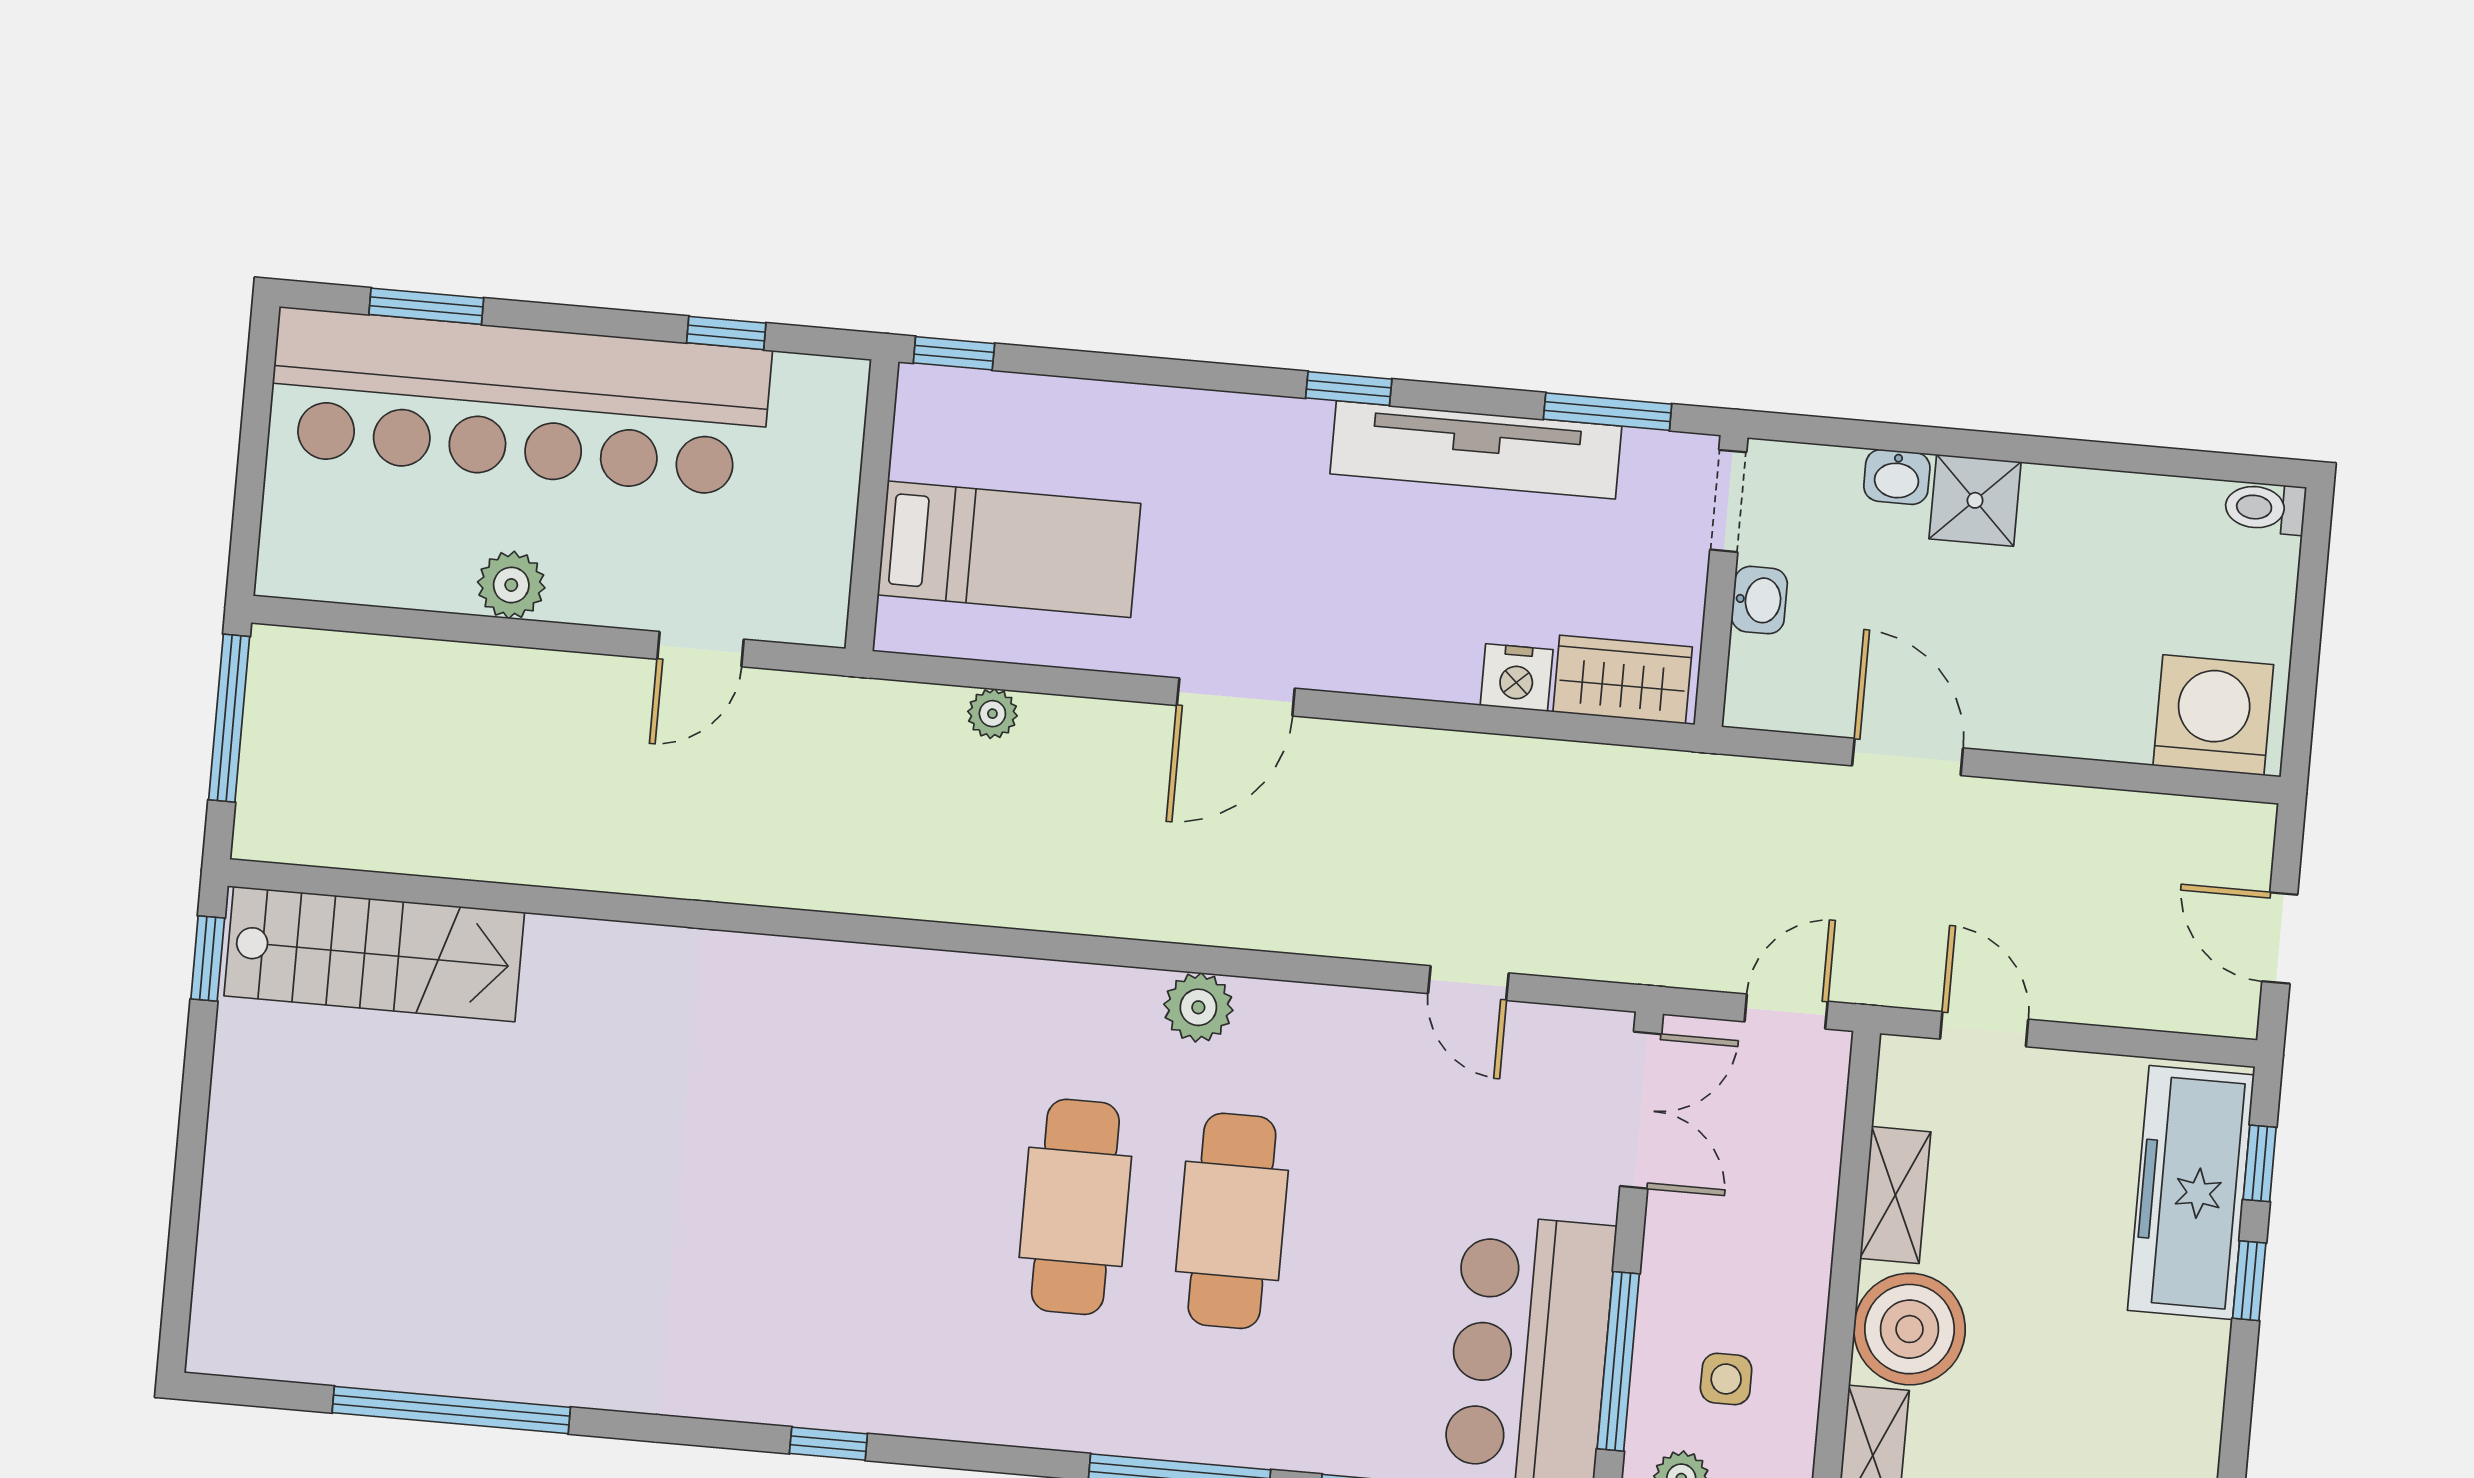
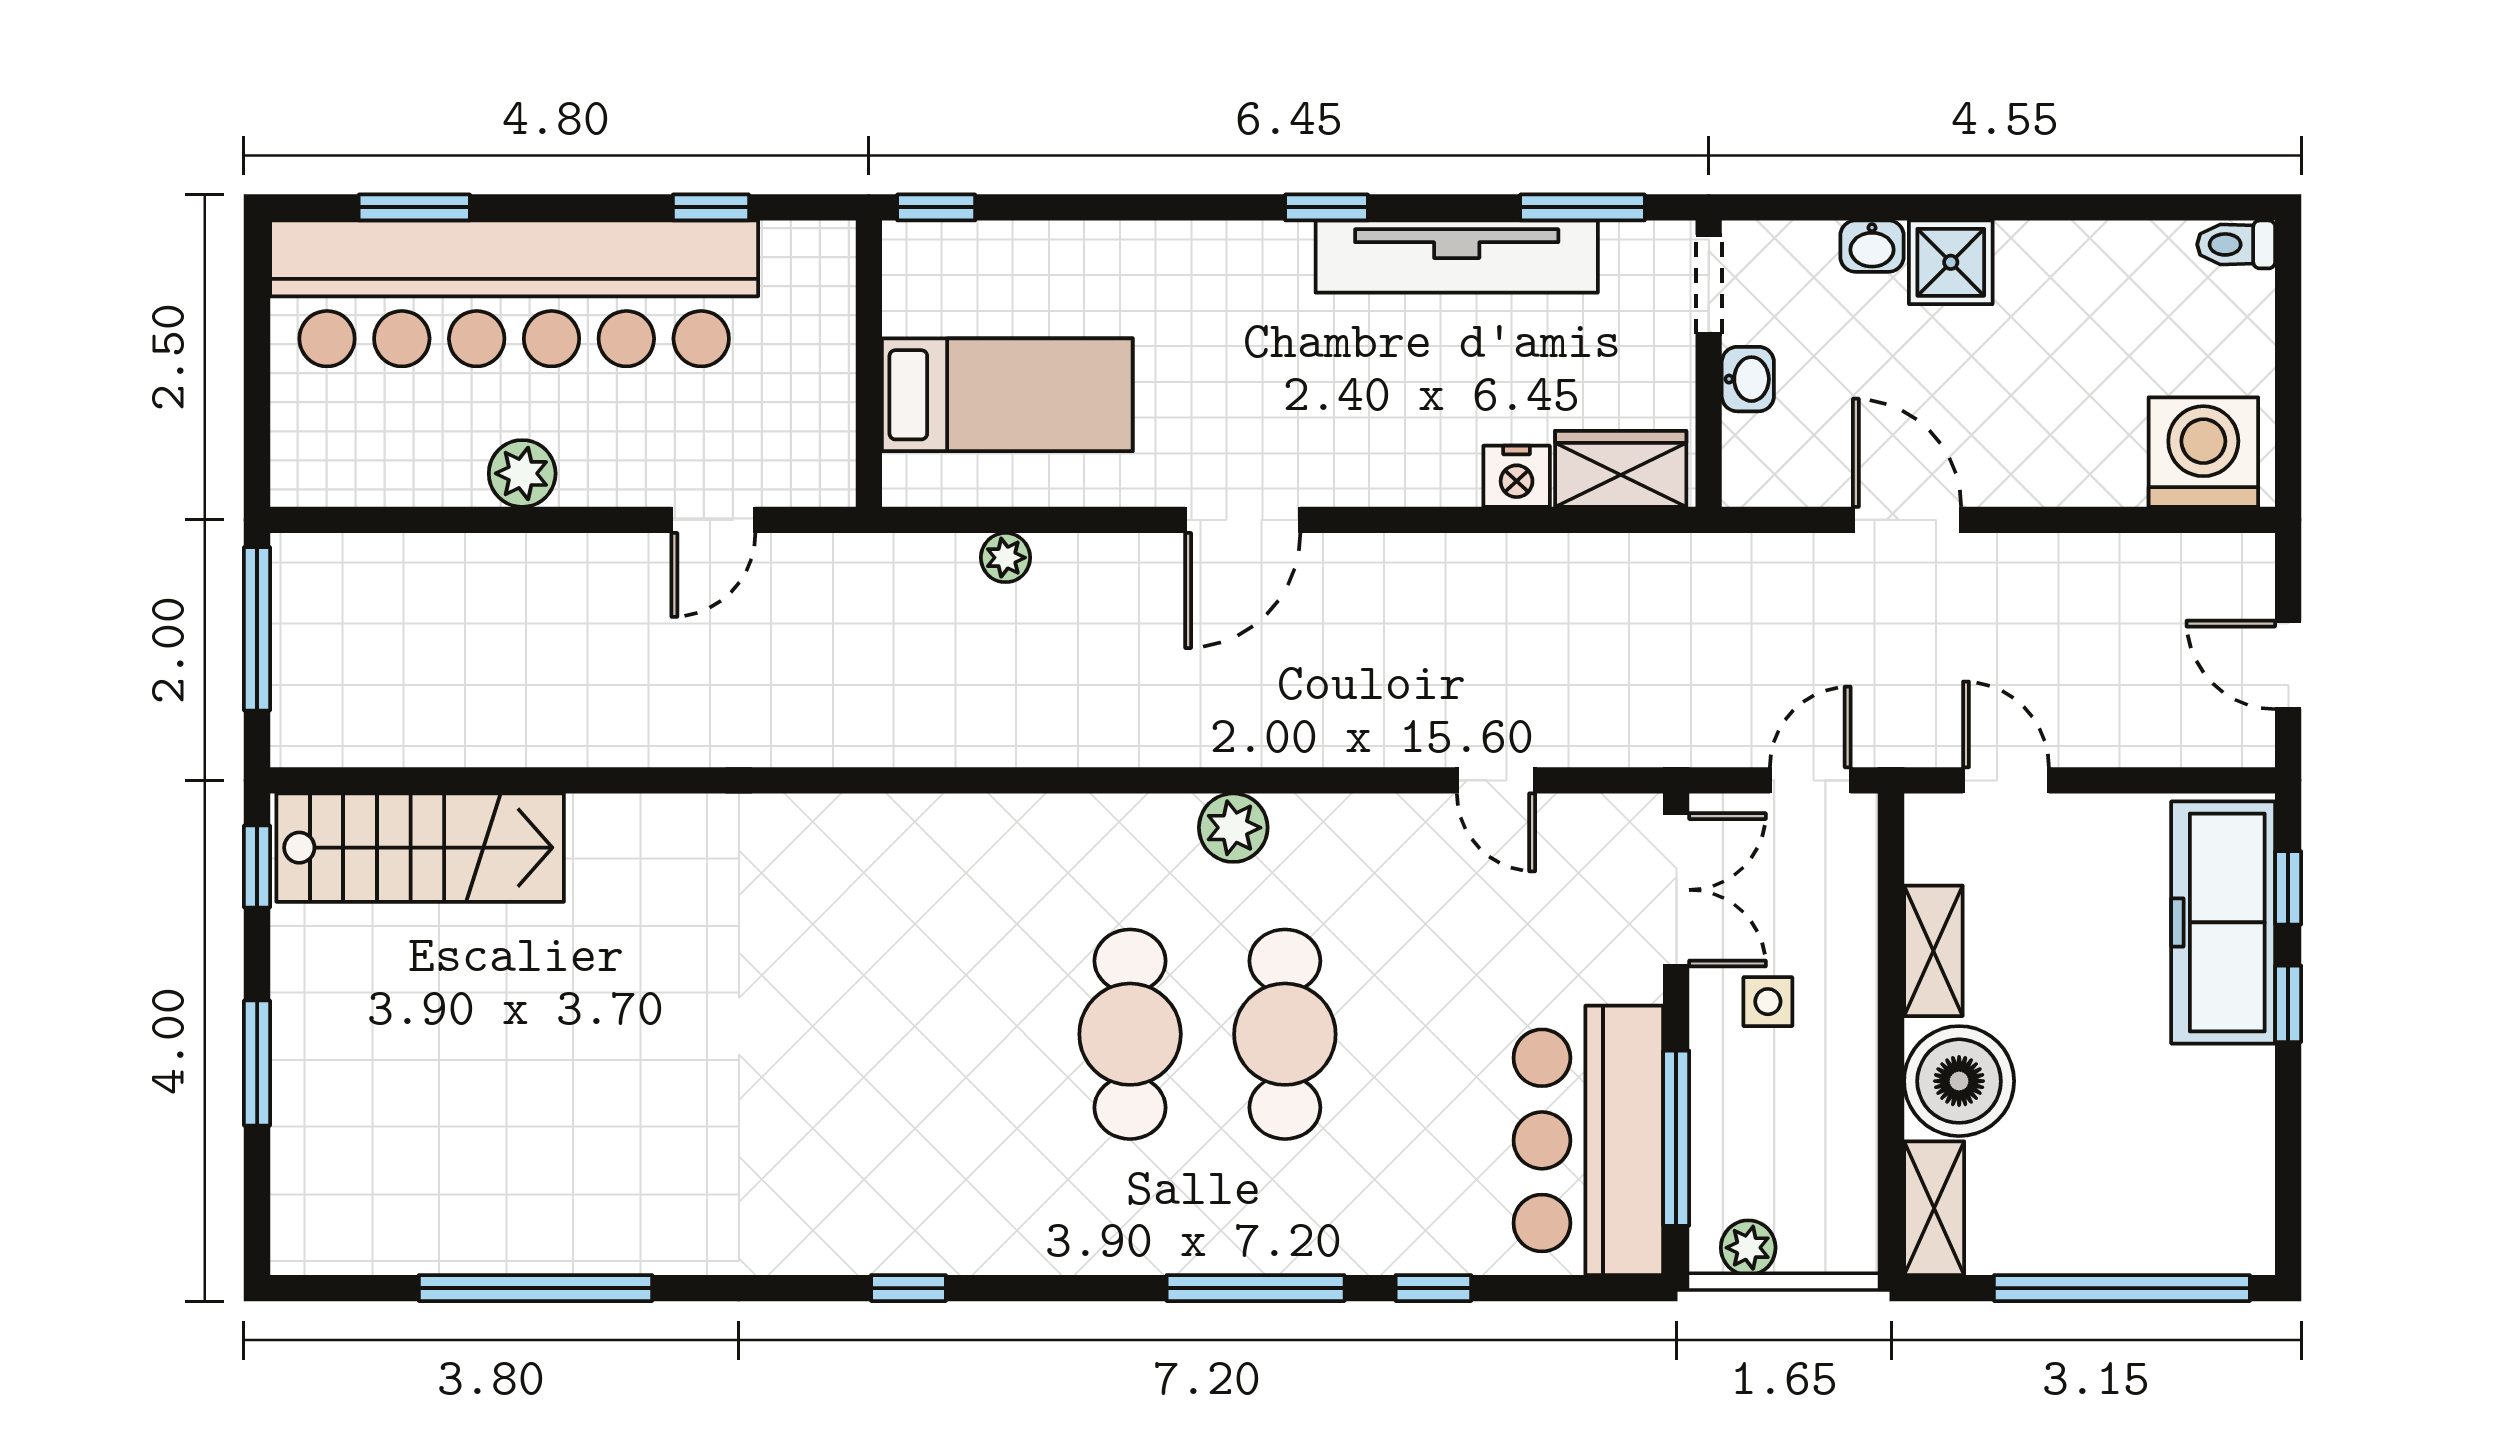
window: (190, 1157) -> (257, 1063), added
side table: (1726, 1379) -> (1768, 1002), moved

